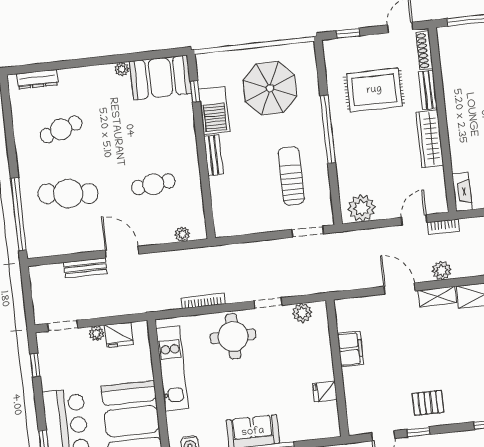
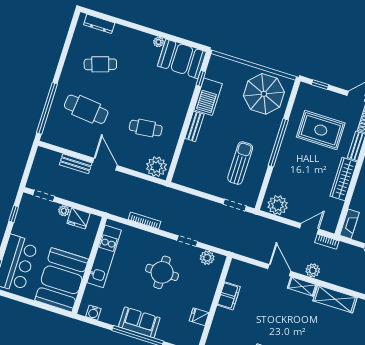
parasol: (270, 88) -> (264, 94), moved
plant: (182, 234) -> (156, 167), width x1.88, depth x1.88
round table: (233, 336) -> (162, 272), moved

